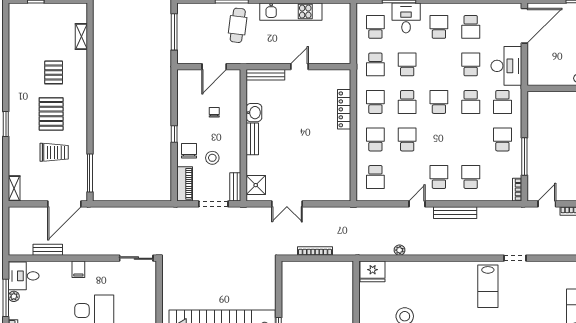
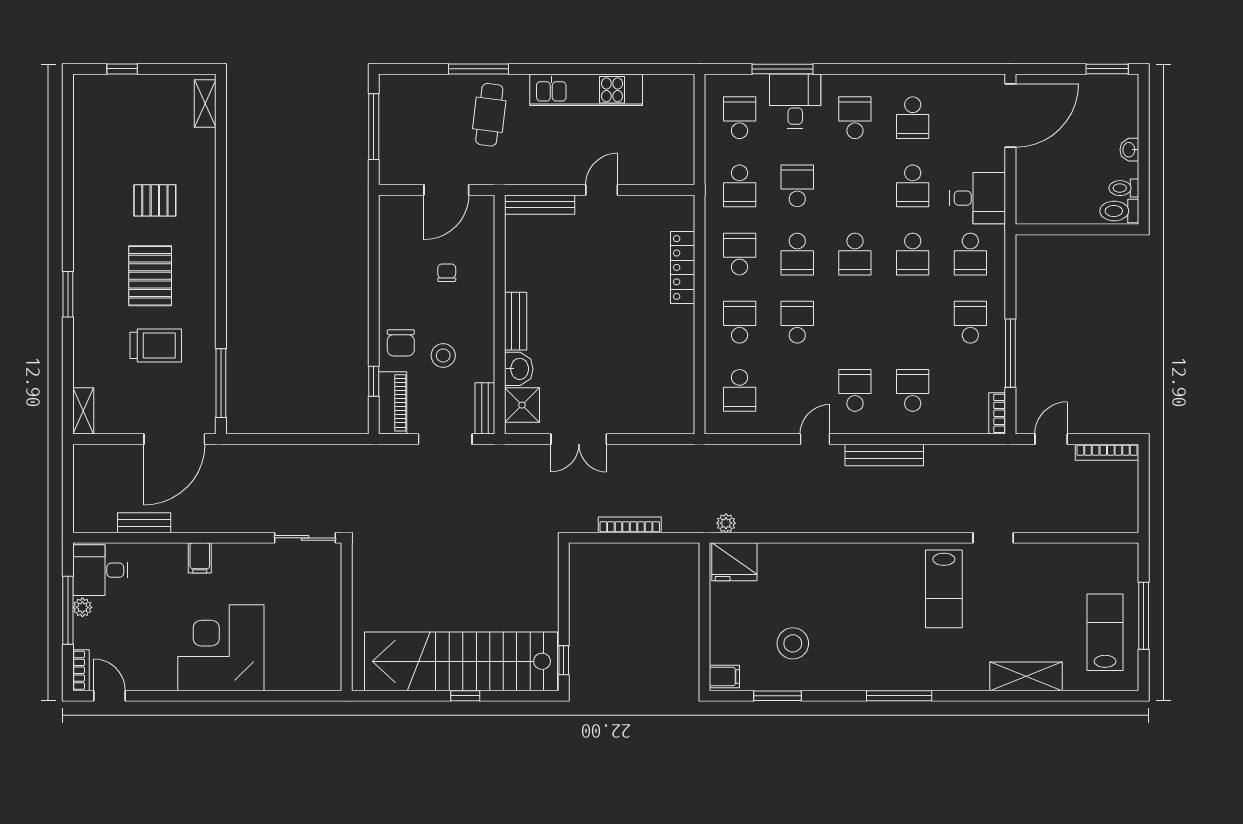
shelving: (81, 37) -> (205, 103), moved
school desk: (471, 64) -> (913, 186), turned 180
desk: (506, 66) -> (978, 198), width x0.73
pallet: (54, 72) -> (155, 200), turned 90
school desk: (439, 102) -> (855, 254), turned 180
washbasin: (254, 113) -> (519, 369), moved
window: (174, 134) -> (374, 381), moved
chair: (189, 151) -> (401, 343), turned 180
plant: (400, 250) -> (726, 523), moved

